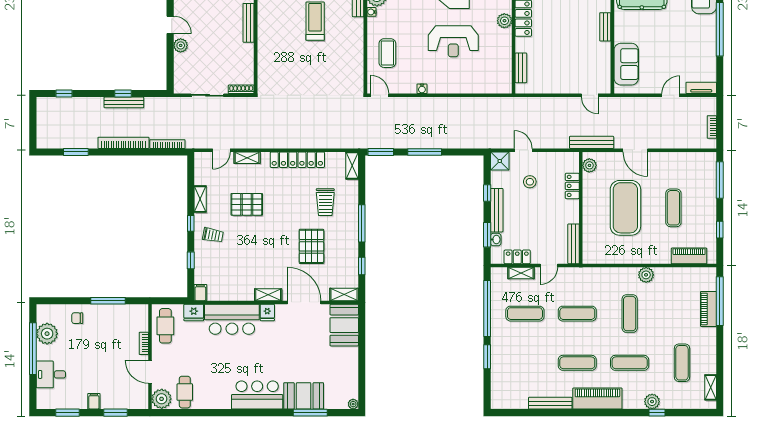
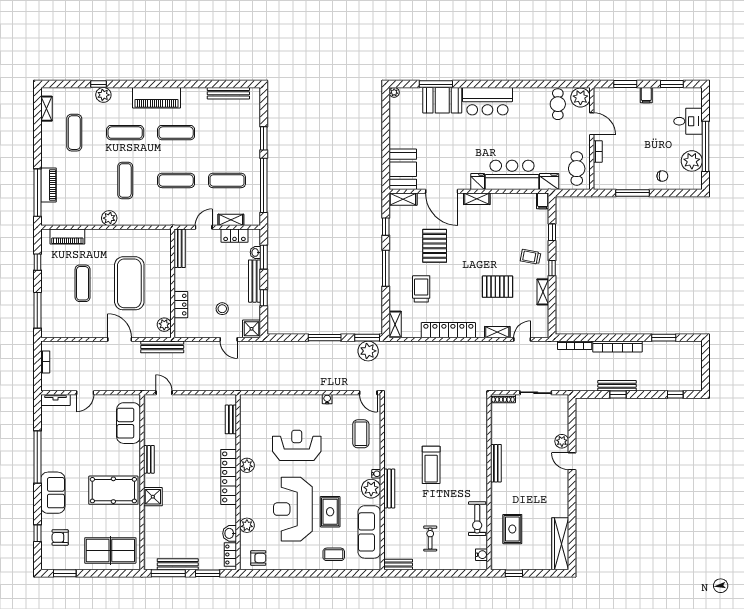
plant: (380, 138) -> (368, 351), added
bench: (550, 403) -> (228, 93), moved

